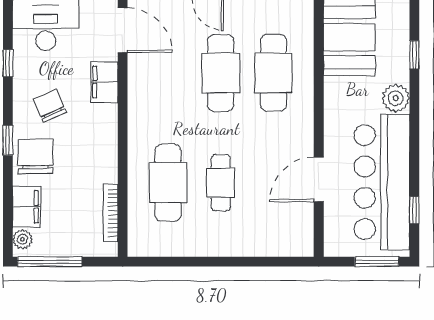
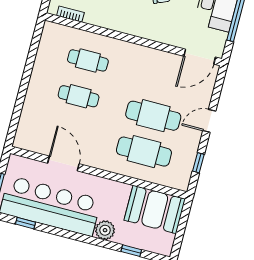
filing cabinet: (104, 82) -> (168, 35), removed
cafe table: (168, 183) -> (88, 60), width x0.73, depth x0.74
bookcase: (111, 213) -> (70, 14), width x0.64

